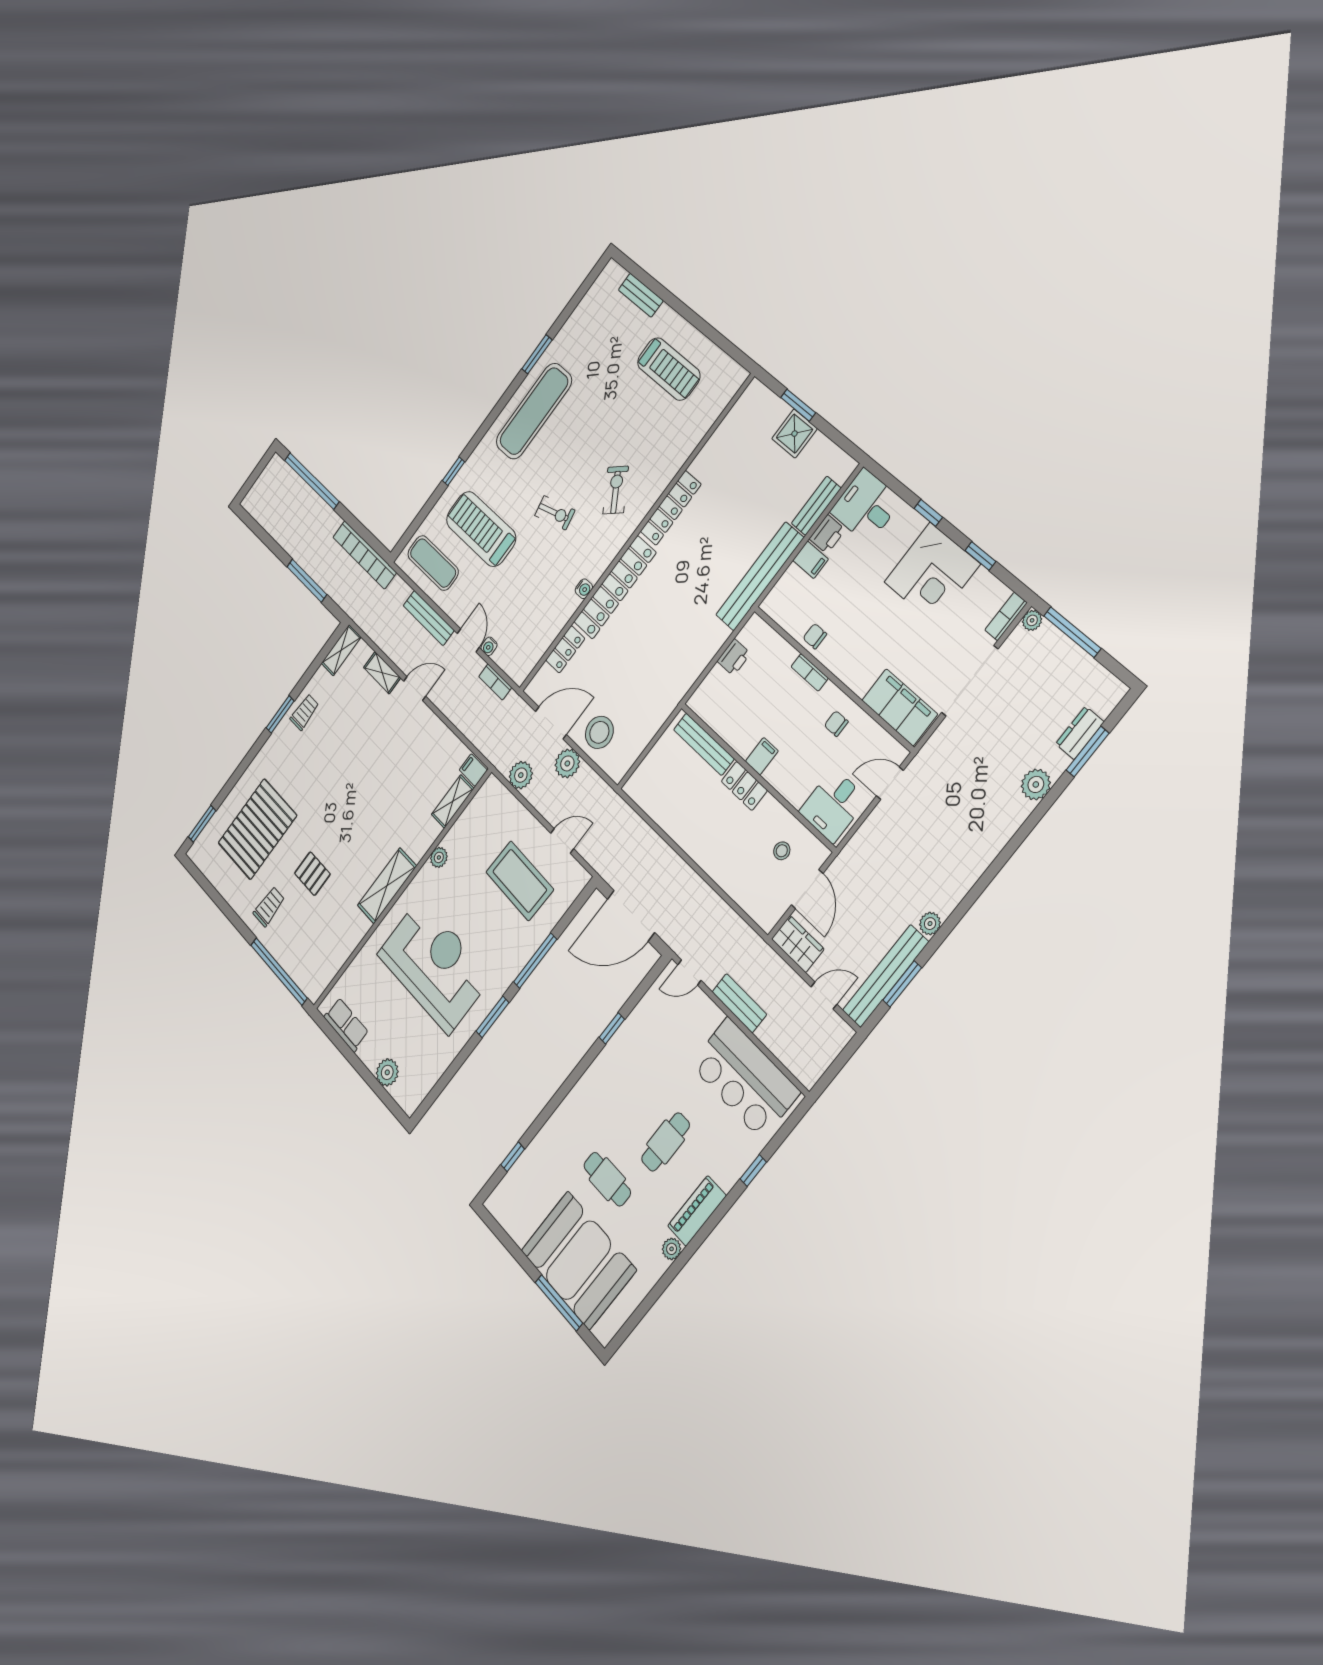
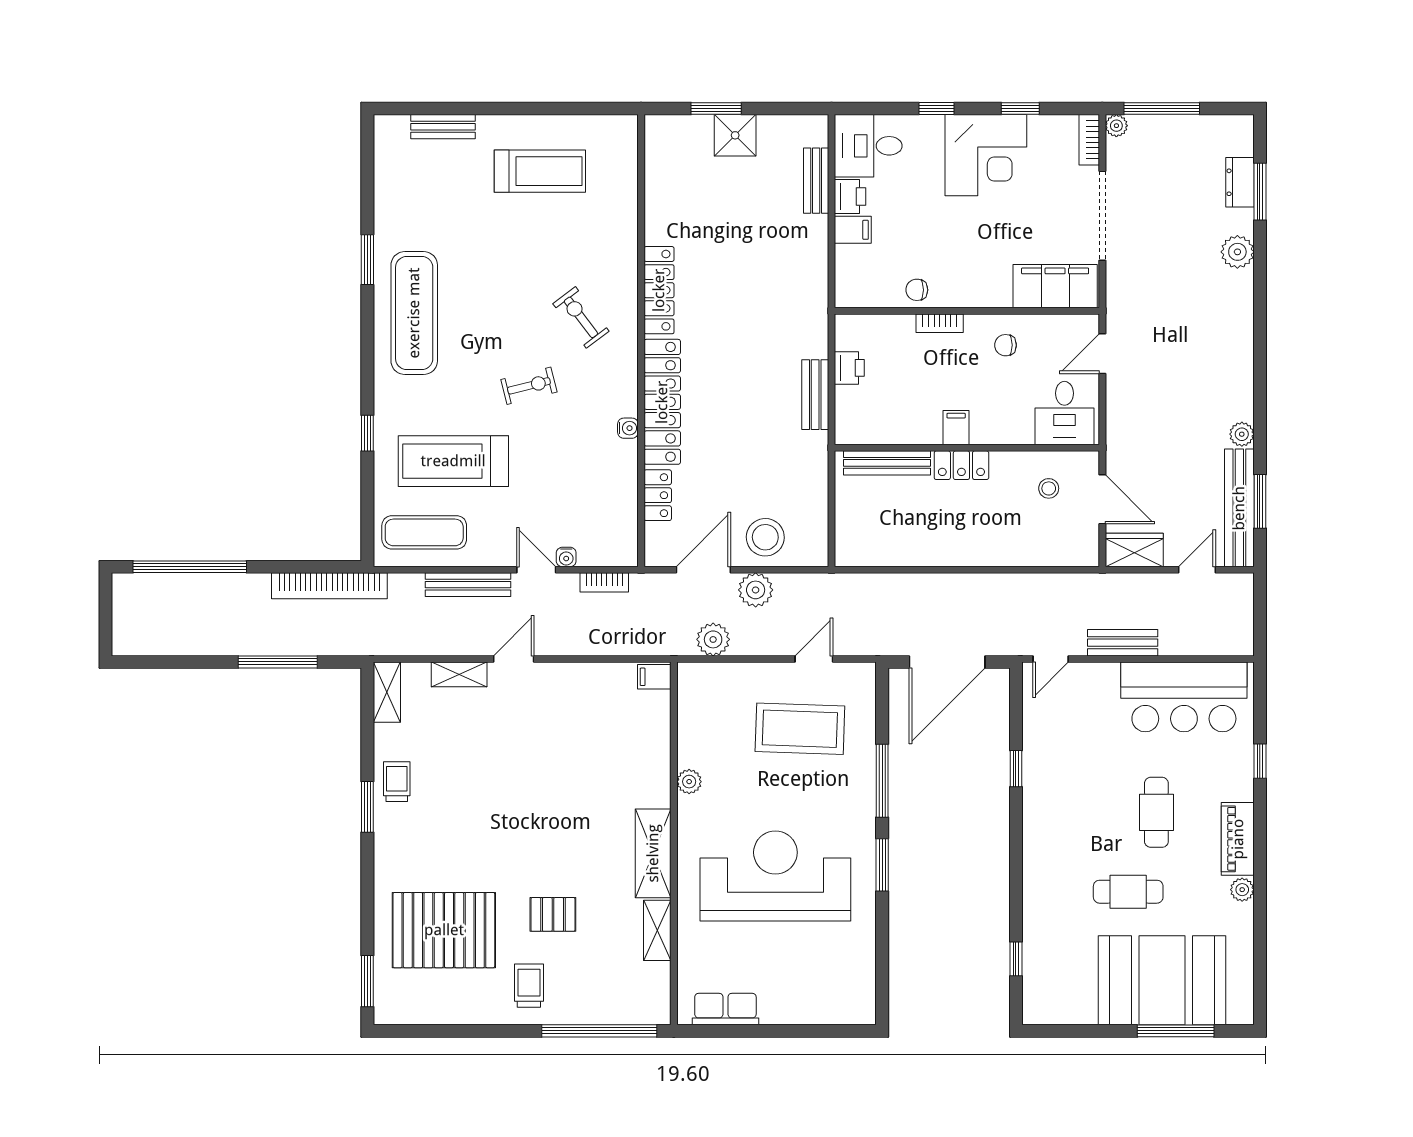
bench: (760, 576) -> (815, 395), moved, width x0.54, depth x0.82
shelving: (453, 801) -> (657, 930), moved
pallet: (257, 829) -> (444, 930), turned 90
plant: (387, 1072) -> (813, 1009), removed

